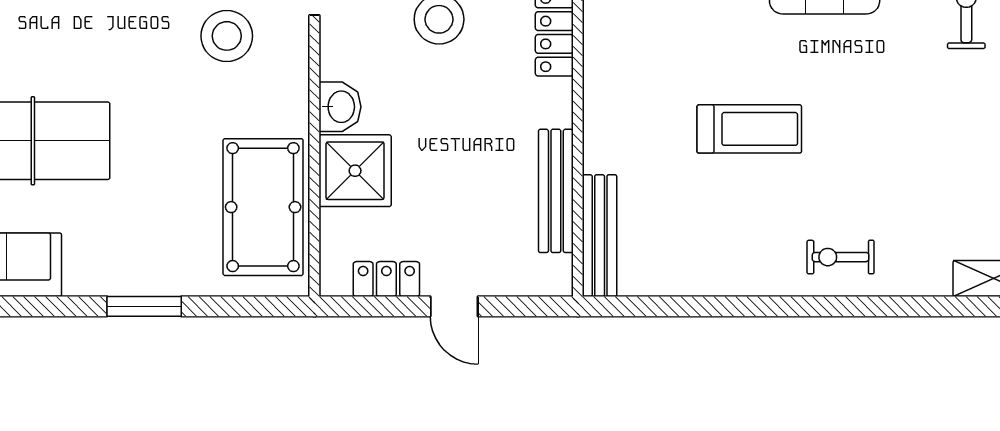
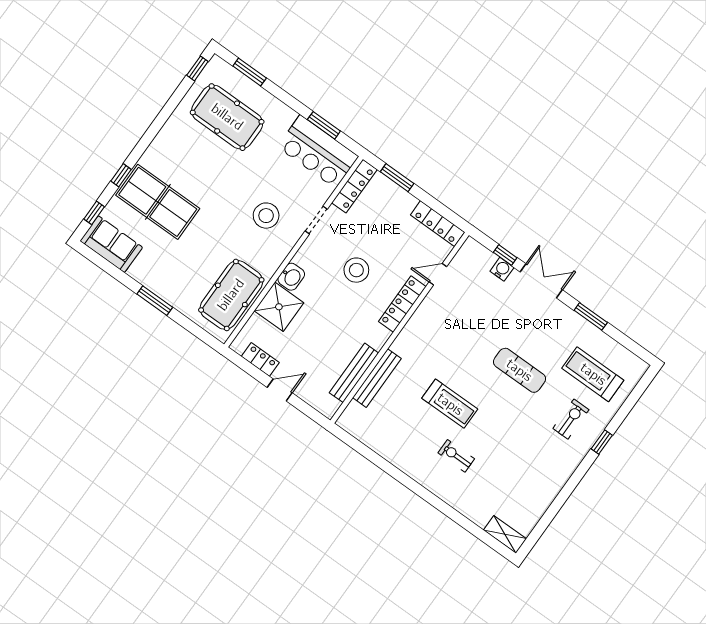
bench: (600, 236) -> (377, 378), moved
exercise bike: (840, 257) -> (456, 456), moved
door: (454, 306) -> (280, 390), swing flipped

